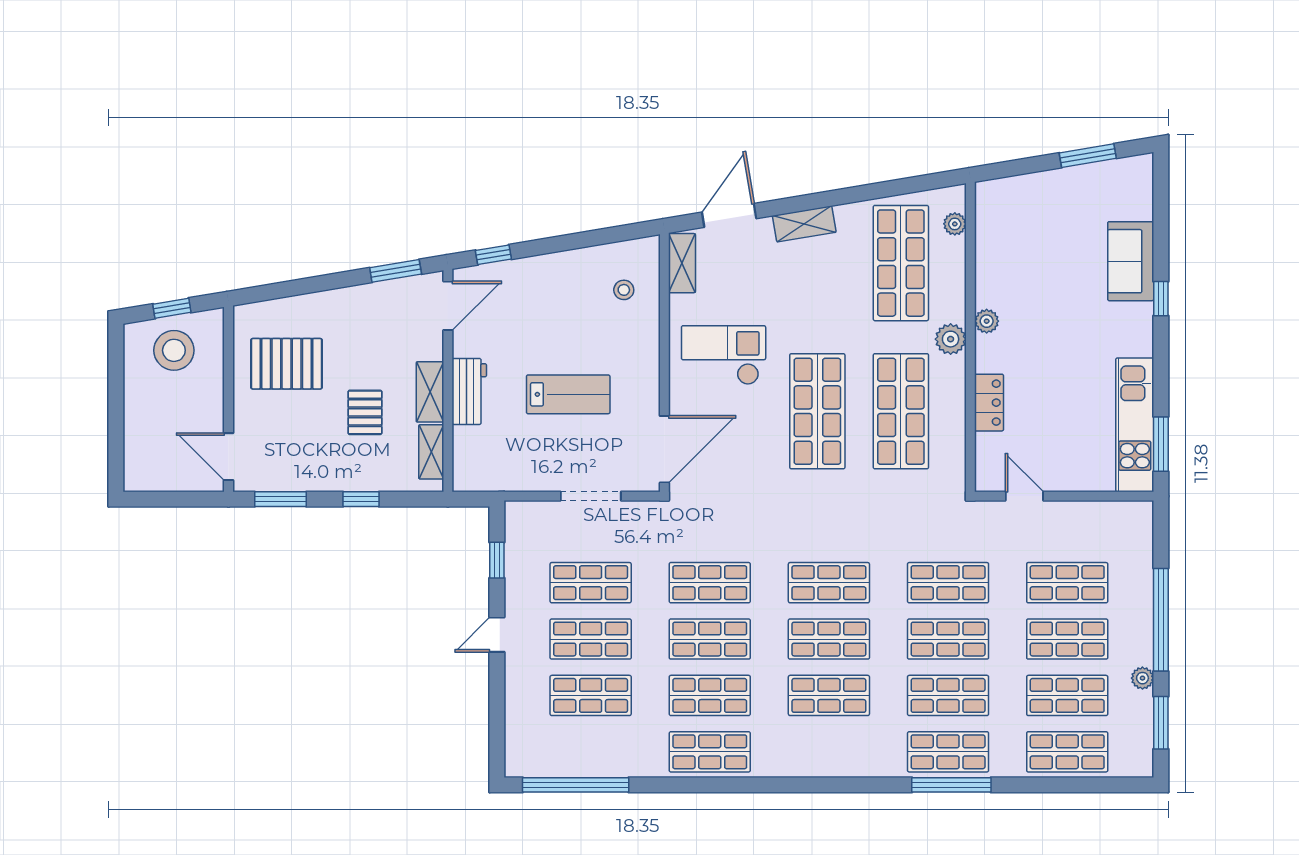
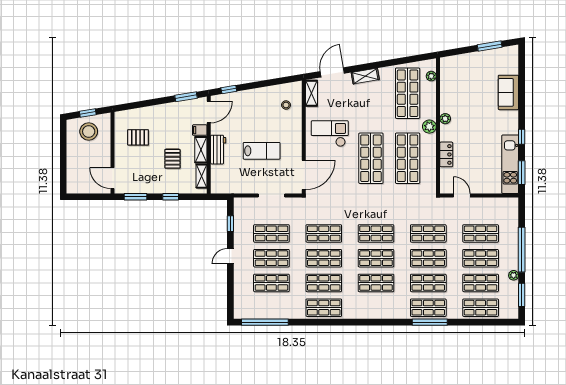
window: (1161, 299) -> (522, 137), moved
filing cabinet: (427, 347) -> (200, 130), added
pallet: (287, 364) -> (138, 137), width x0.67, depth x0.71

